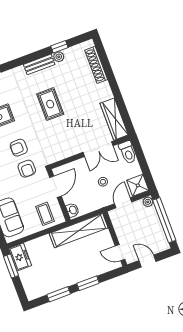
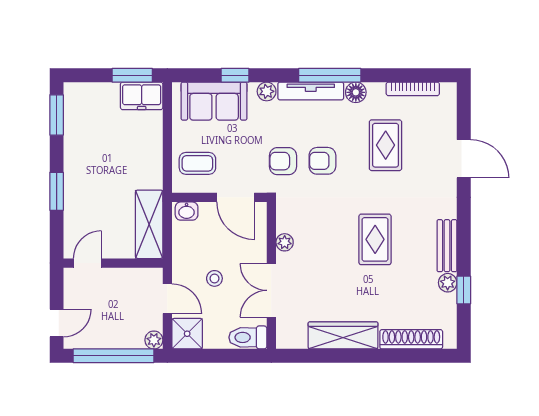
rug: (50, 104) -> (375, 239), turned 90
wardrobe: (114, 119) -> (343, 335), moved
armchair: (19, 148) -> (322, 161), turned -89
plant: (70, 152) -> (285, 242), added
shelving: (79, 231) -> (149, 224), width x0.68
door: (148, 261) -> (57, 323), moved
window: (59, 294) -> (57, 115), moved

